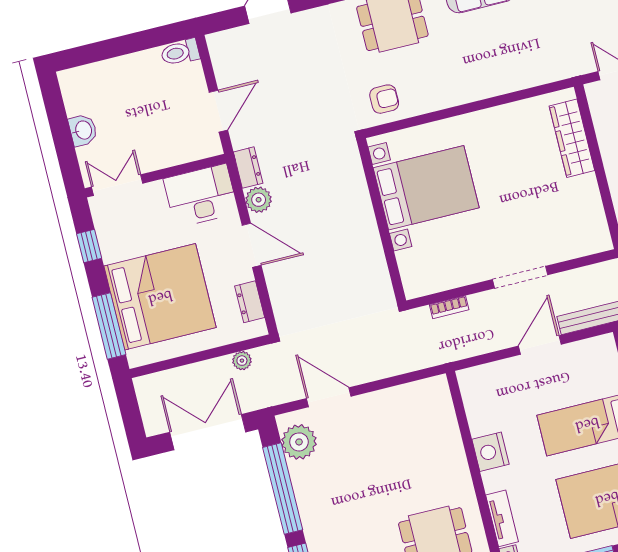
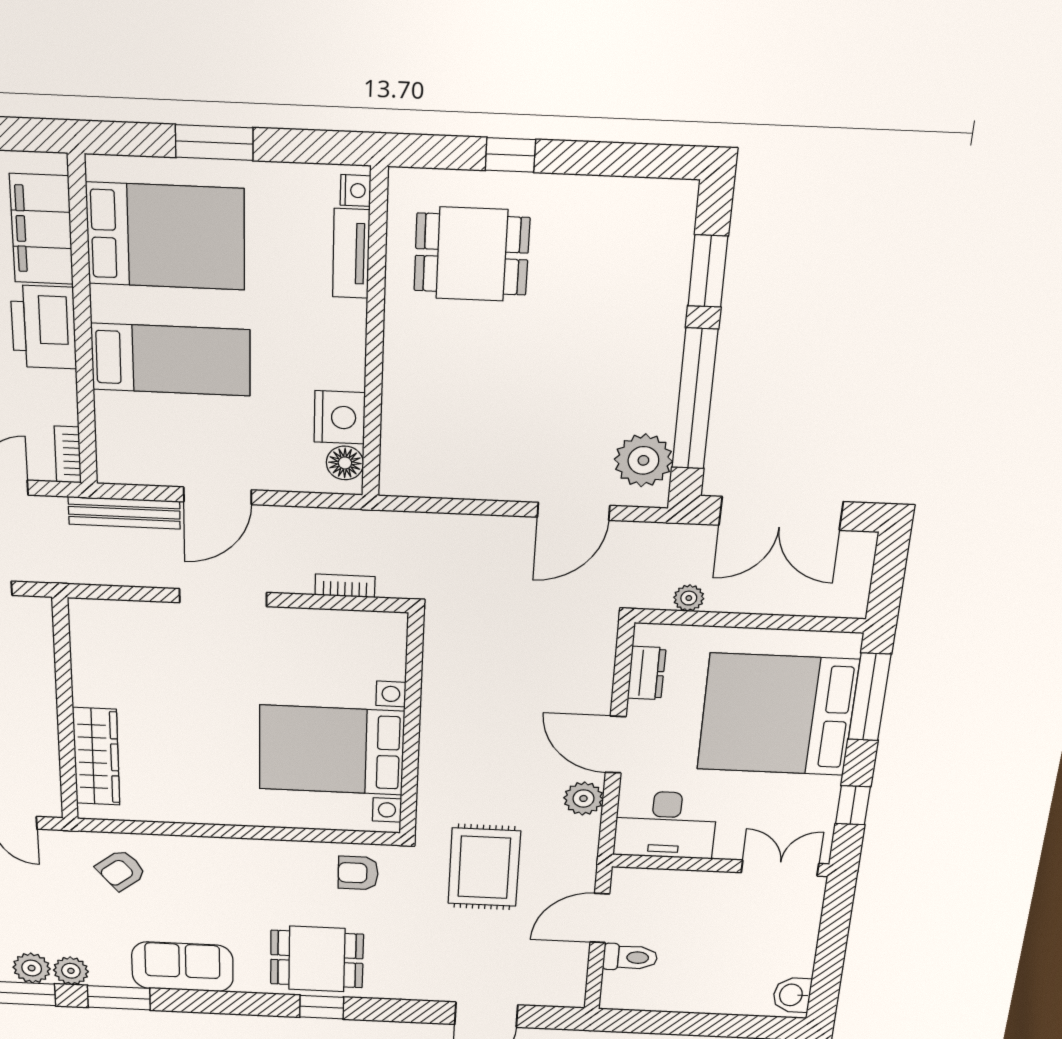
toilet: (180, 52) -> (630, 957), moved
armchair: (537, 55) -> (121, 870), added
rug: (305, 128) -> (484, 867), added
washbasin: (83, 130) -> (792, 995), moved
dresser: (248, 168) -> (584, 841), removed
double door: (117, 185) -> (780, 868), swing flipped
floor lamp: (471, 389) -> (345, 463), added
door: (329, 397) -> (574, 511), hinge flipped
nightstand: (490, 452) -> (340, 417), moved

